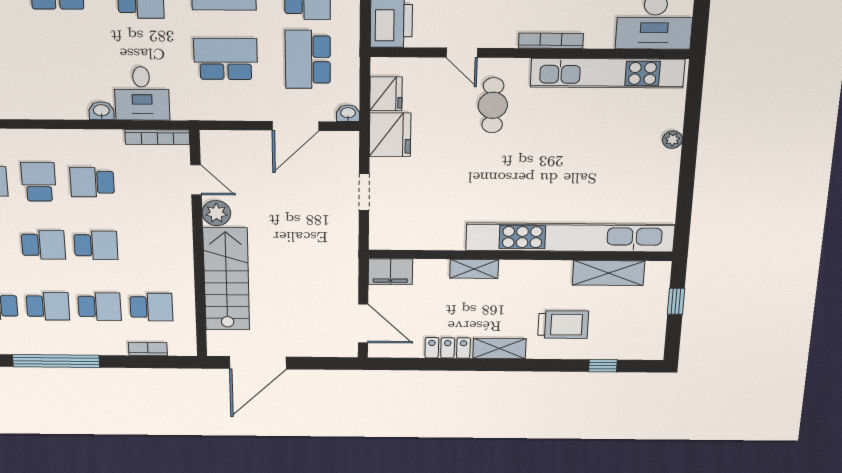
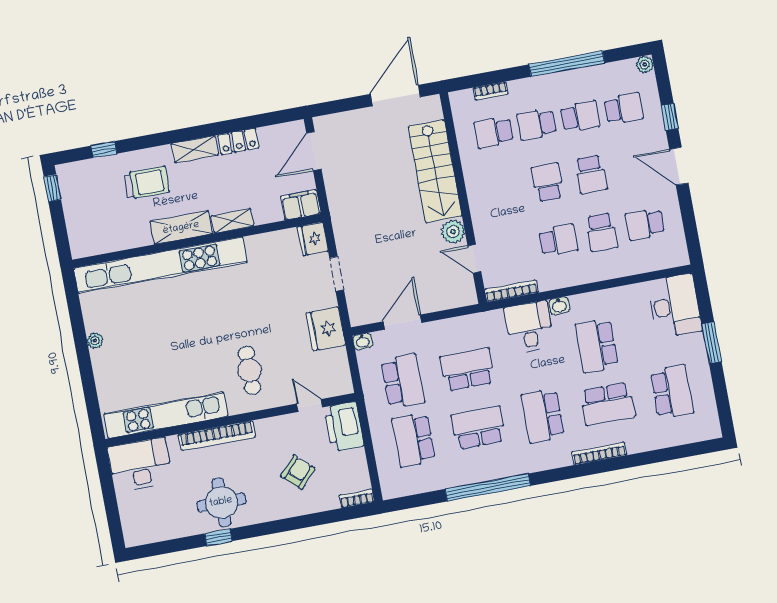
bookcase: (551, 41) -> (217, 436), width x1.48, depth x1.31
door: (462, 53) -> (310, 405), moved
school desk: (61, 58) -> (597, 345), added
school desk: (226, 59) -> (467, 369), turned 180
fridge: (386, 94) -> (313, 239), moved
plant: (672, 140) -> (95, 341), moved
school desk: (43, 245) -> (591, 174), turned -90
school desk: (96, 245) -> (548, 182), turned 90
shelving: (609, 273) -> (181, 228), moved
window: (676, 301) -> (52, 188), moved
school desk: (48, 306) -> (580, 116), turned 180
door: (363, 324) -> (314, 151), hinge flipped
trolley: (563, 325) -> (147, 183), turned 180

